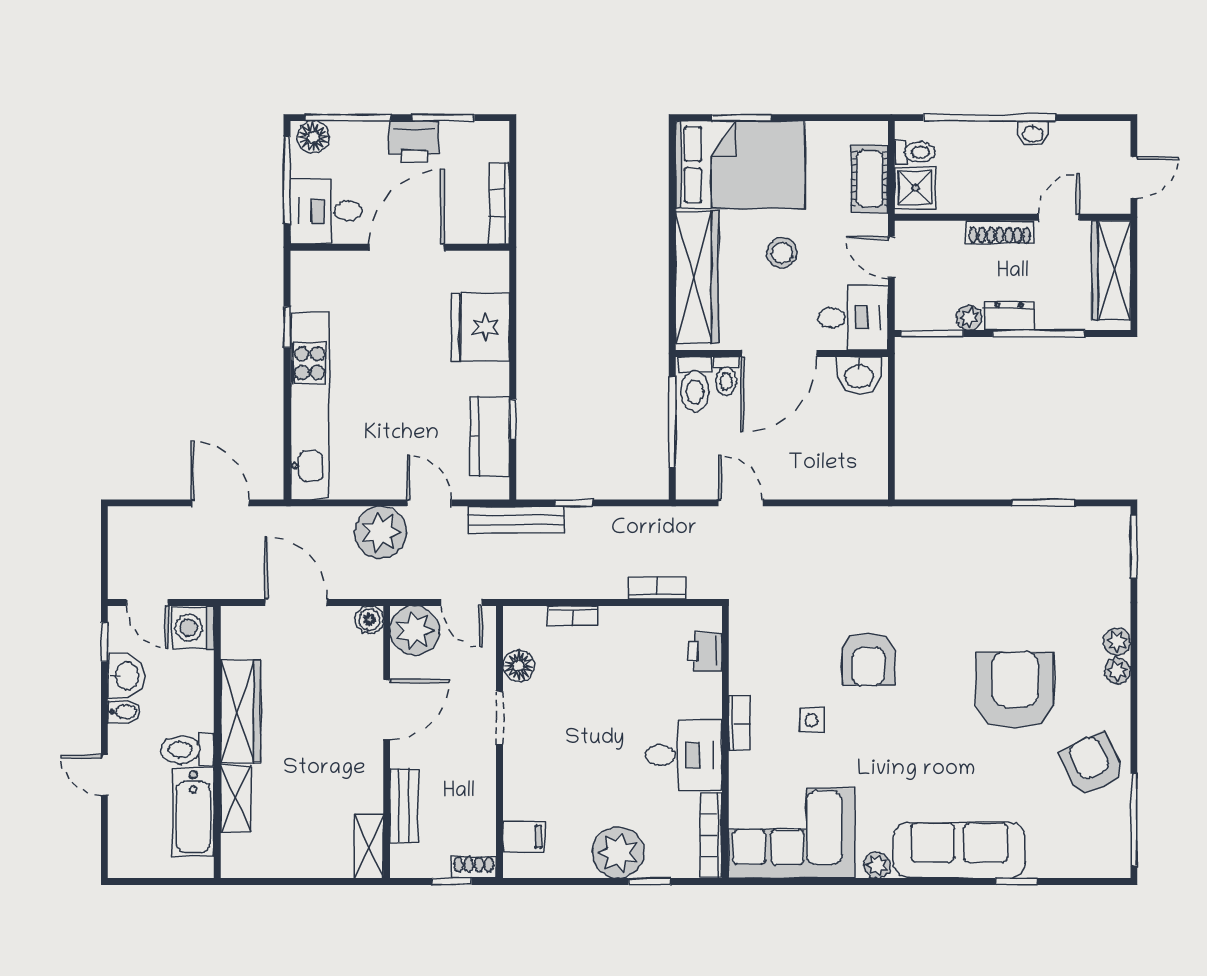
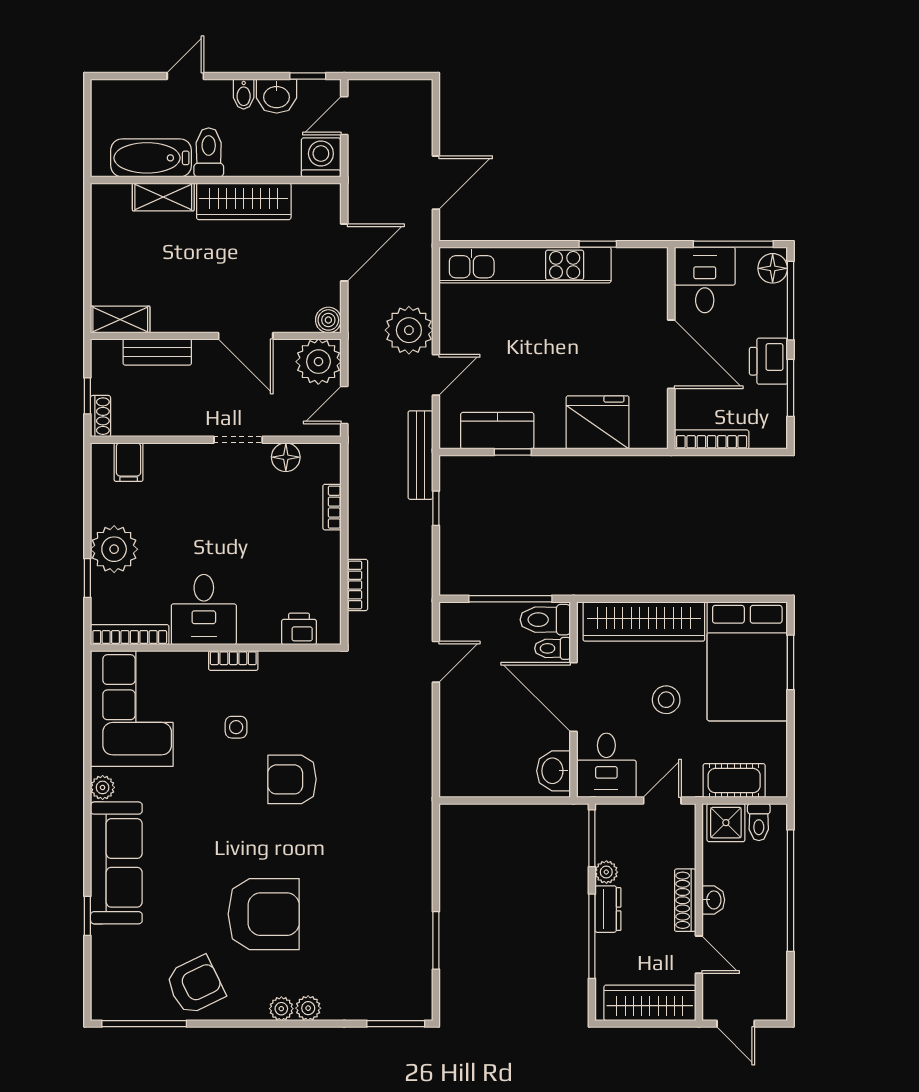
washbasin: (1033, 133) -> (713, 900), moved, turned 180

